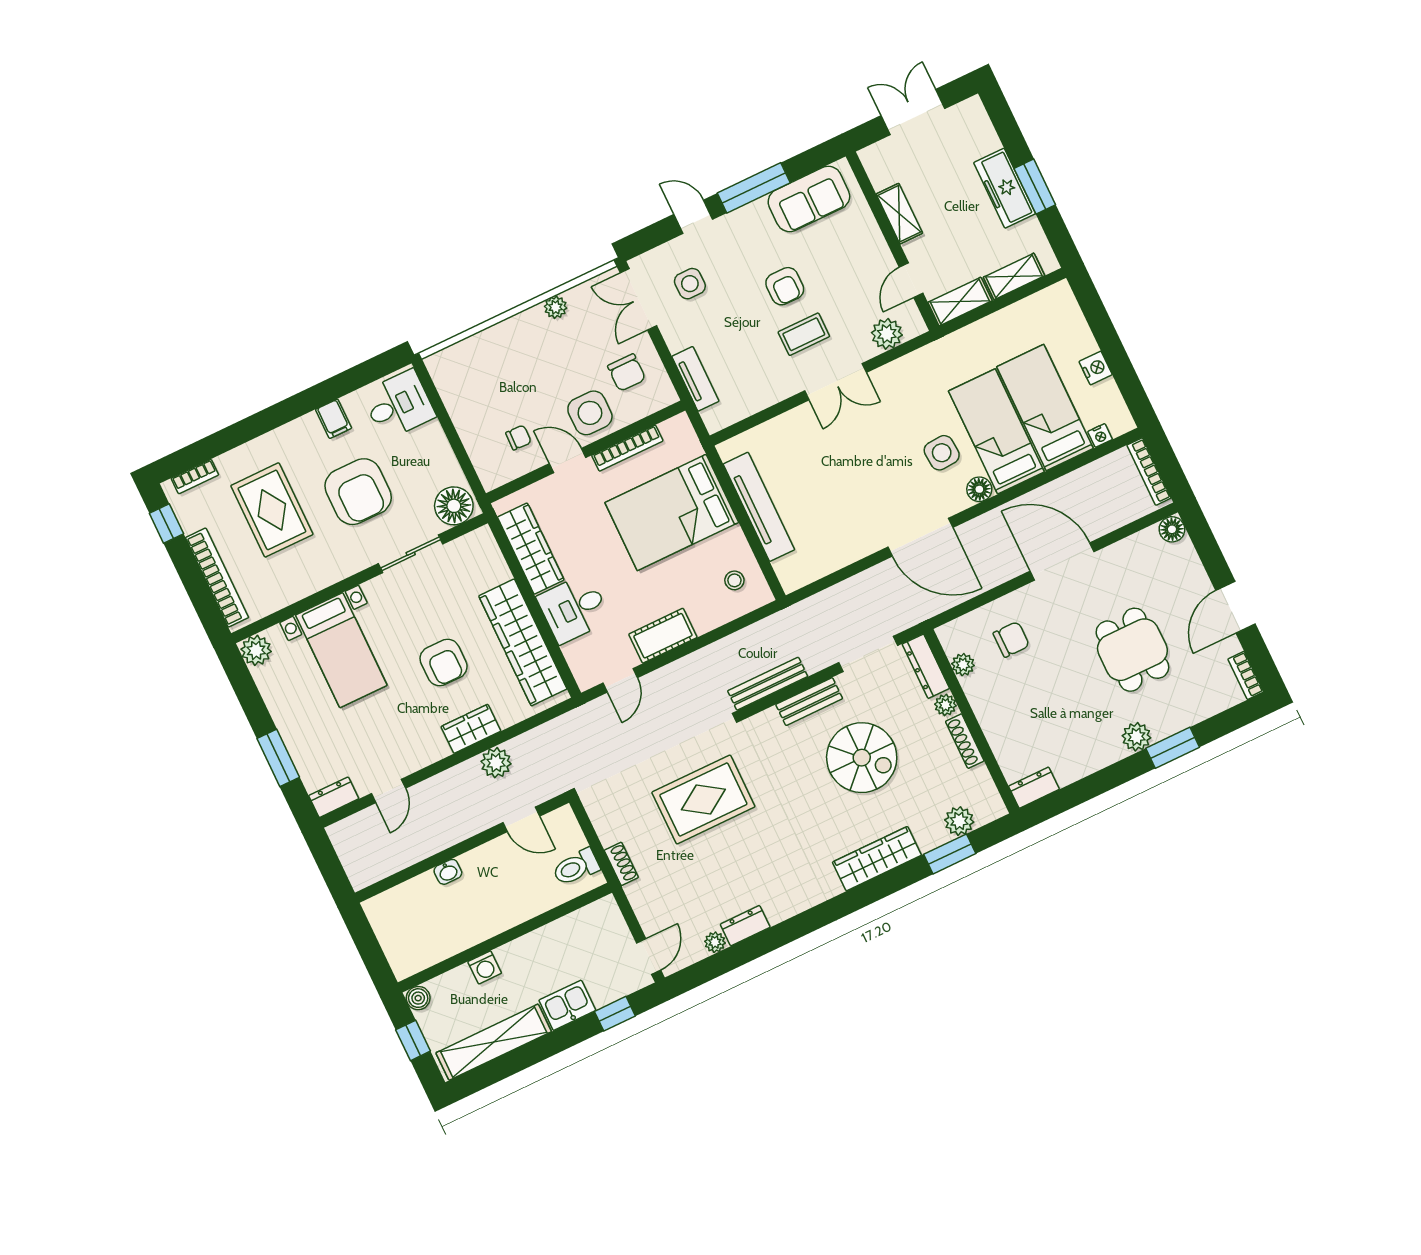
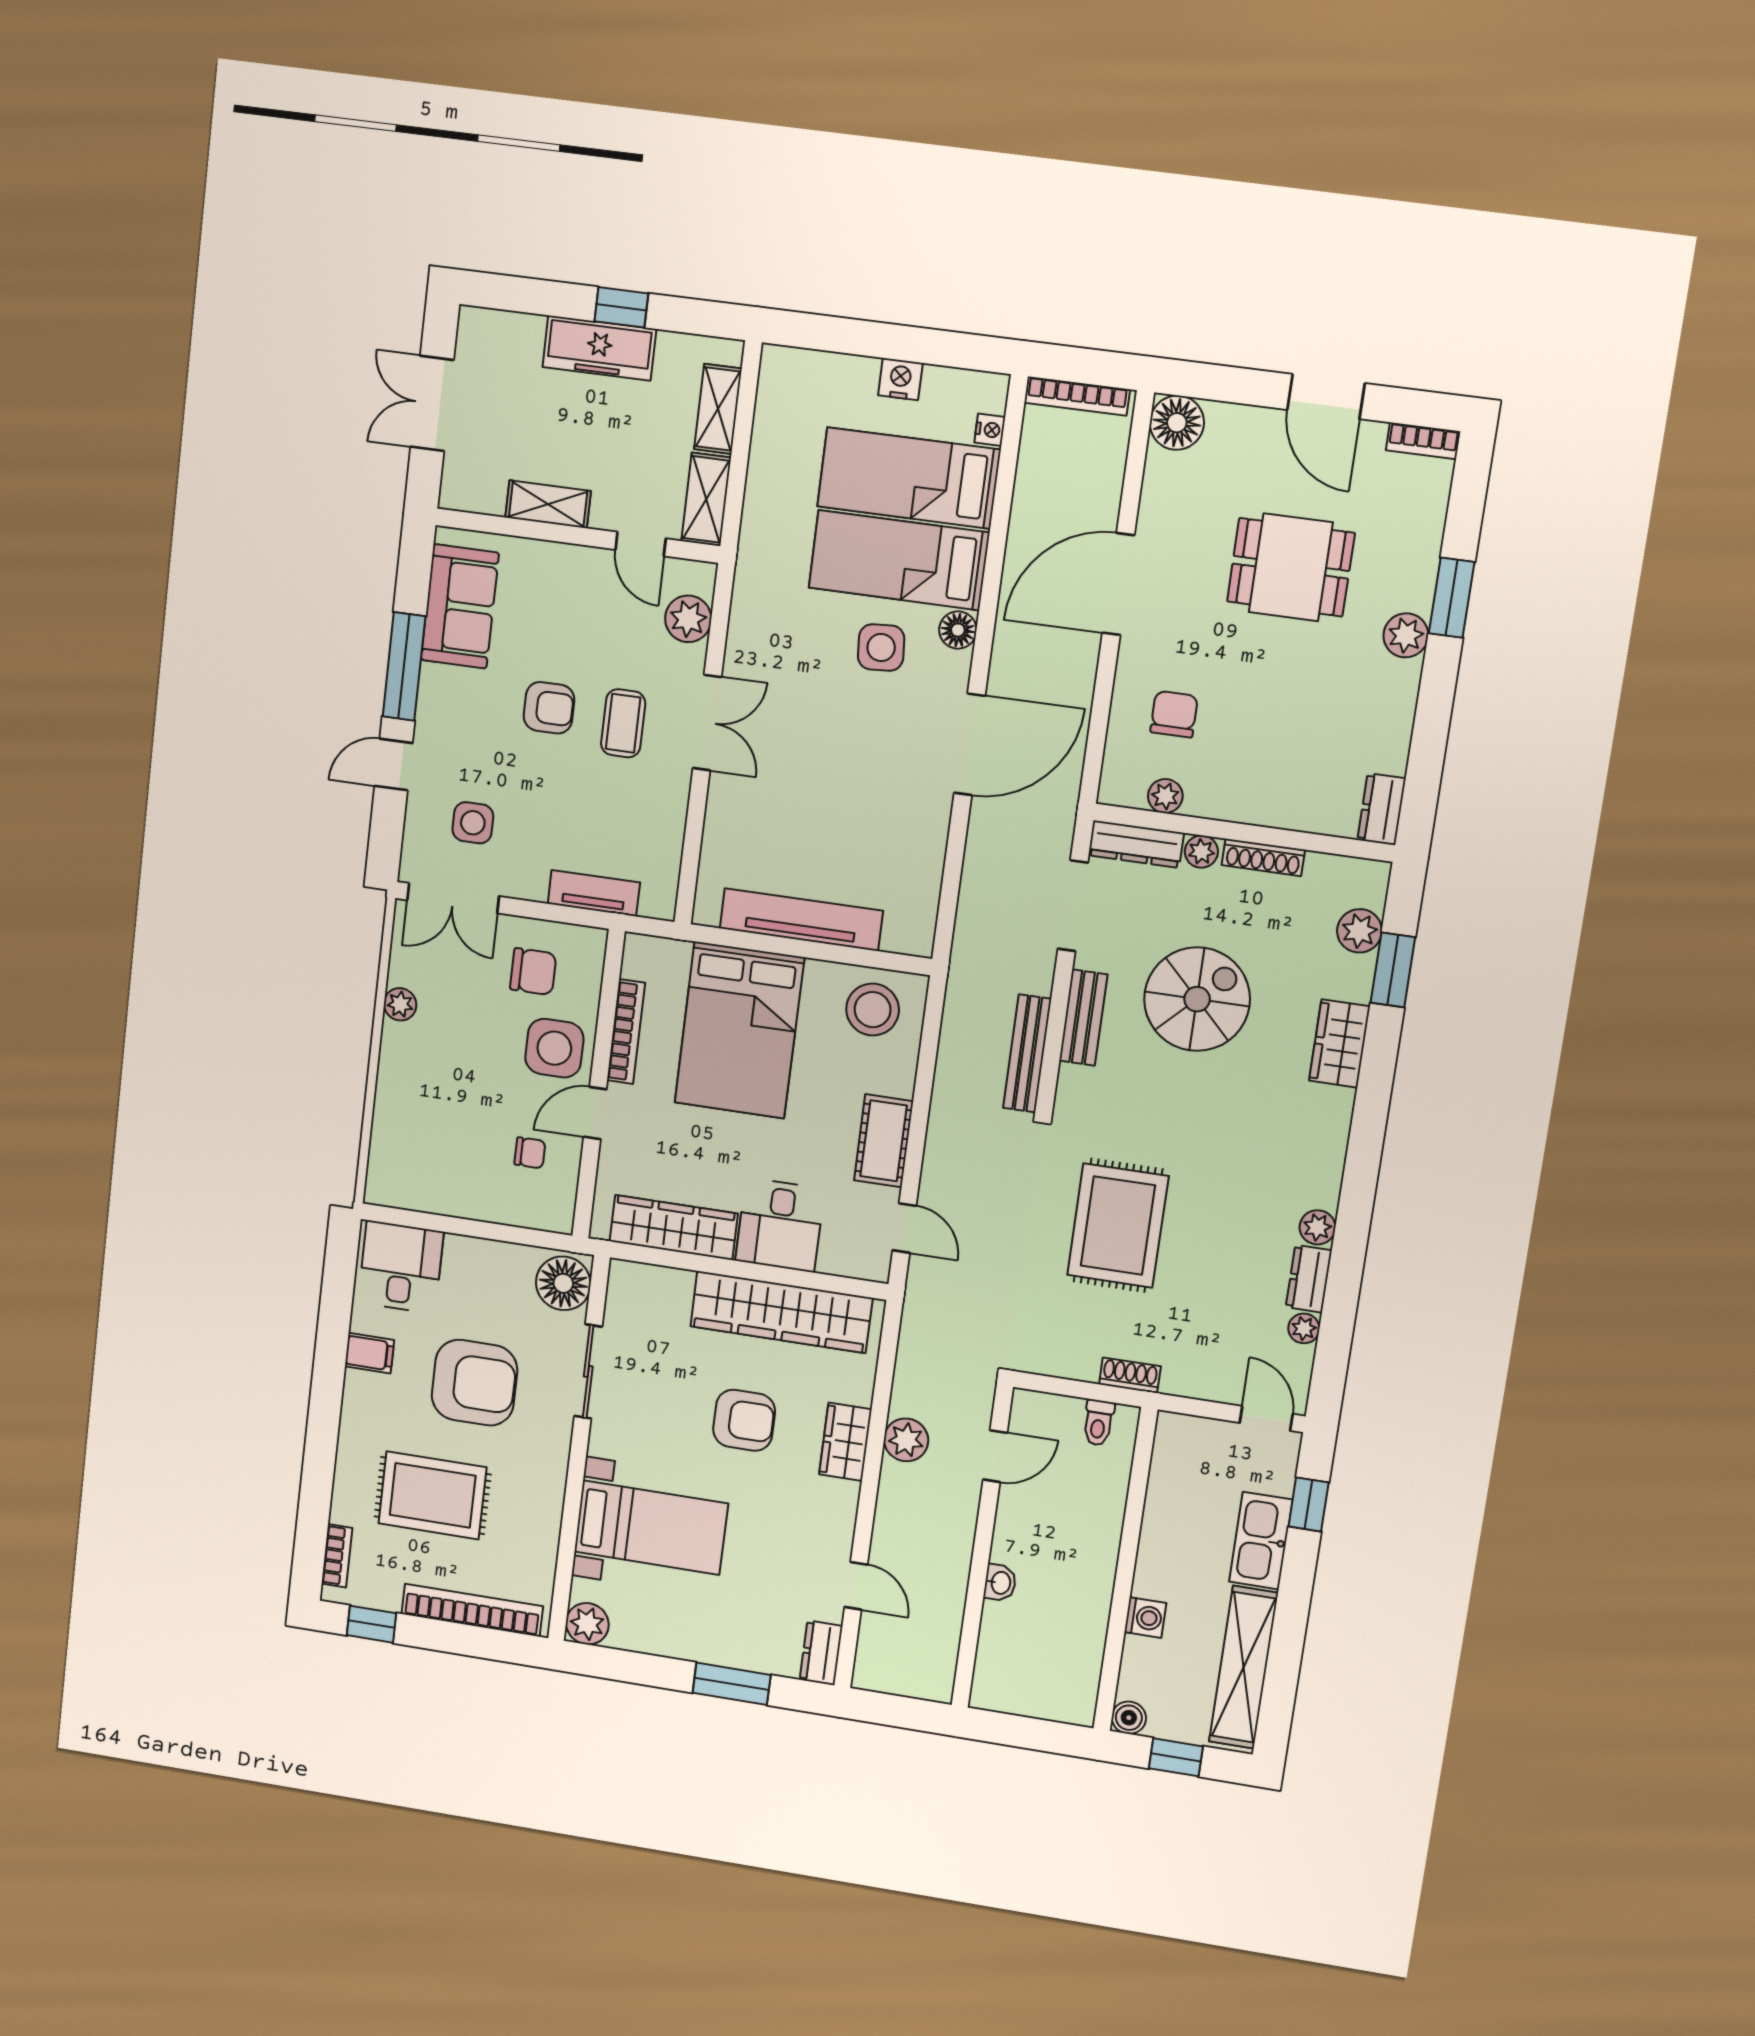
window: (1035, 187) -> (621, 307), width x0.67
chair: (519, 438) -> (530, 1153), turned 88
floor lamp: (1172, 529) -> (1177, 423), width x1.38, depth x1.38
stool: (734, 580) -> (873, 1010), width x1.89, depth x1.89
wardrobe: (877, 859) -> (1340, 1044), width x0.67
toilet: (576, 867) -> (1098, 1423), width x0.73, depth x0.72
plant: (778, 911) -> (1317, 1227), added
kitchen sink: (567, 1005) -> (1261, 1541), width x1.38

